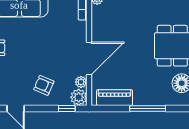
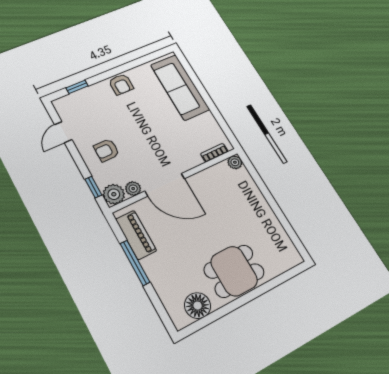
armchair: (44, 85) -> (106, 150), turned -113
window: (148, 108) -> (135, 263), moved

